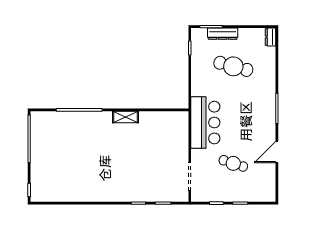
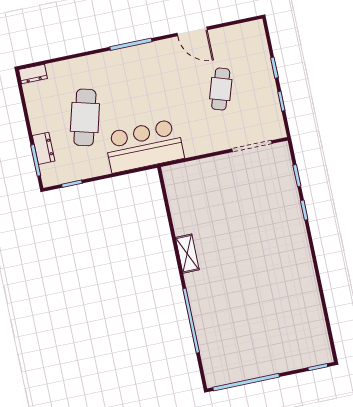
dresser: (223, 34) -> (44, 148), width x0.70
bar counter: (205, 123) -> (144, 146), moved

